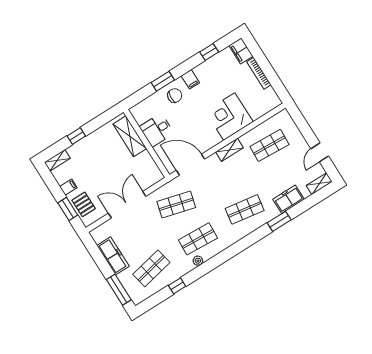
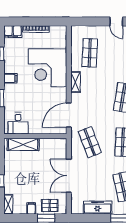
chair: (175, 96) -> (15, 96), removed
corner desk: (229, 117) -> (48, 68), width x1.36, depth x1.36
desk: (157, 130) -> (18, 123), moved
shop shelf: (176, 204) -> (90, 142), turned -36

